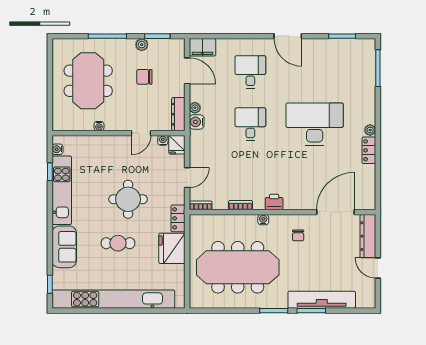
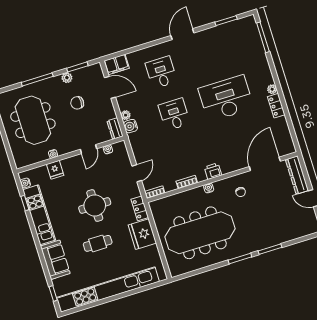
door: (288, 36) -> (182, 34), swing flipped
dresser: (178, 114) -> (115, 129), width x0.70
fridge: (177, 145) -> (55, 170), moved
tv unit: (322, 300) -> (276, 238), removed

